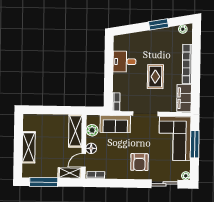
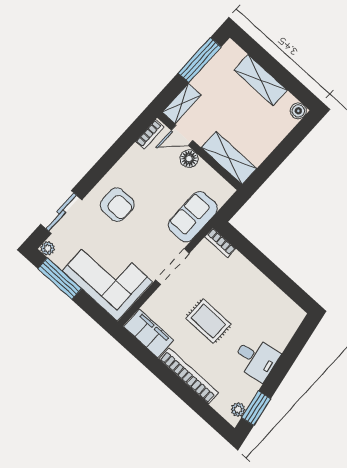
window: (159, 24) -> (256, 408), moved
desk: (124, 62) -> (256, 359), moved, turned 80
boiler: (28, 119) -> (298, 111), added
plant: (92, 130) -> (211, 180), removed
window: (195, 144) -> (60, 279), moved
door: (84, 160) -> (182, 135), swing flipped
armchair: (139, 162) -> (117, 205), turned 180

